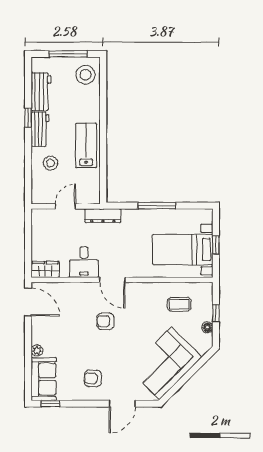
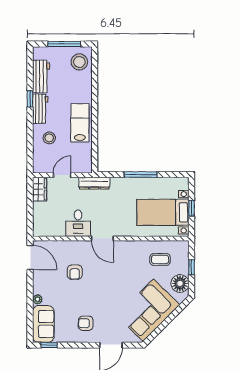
wardrobe: (45, 270) -> (40, 189), moved, turned 90
armchair: (105, 321) -> (75, 272), moved, turned -90
floor lamp: (207, 327) -> (180, 283), width x1.89, depth x1.89

